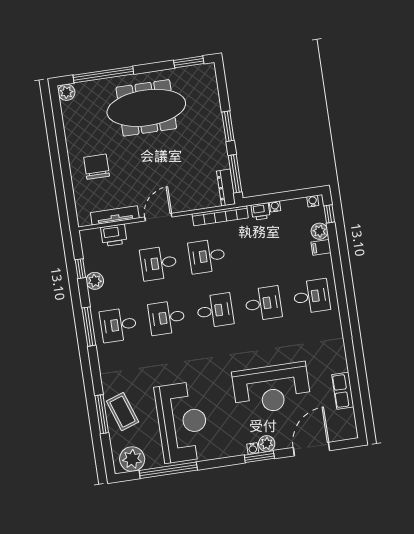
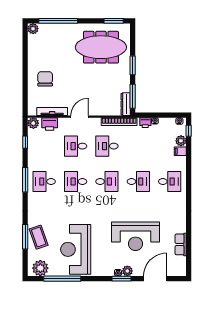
meeting table: (146, 108) -> (101, 47), moved
plant: (95, 281) -> (33, 123), moved
reception desk: (182, 422) -> (76, 249), turned 180

